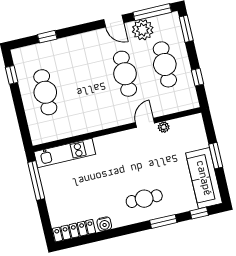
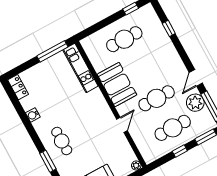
window: (197, 77) -> (180, 151), moved
booth: (96, 116) -> (117, 85), added
door: (145, 123) -> (122, 125), hinge flipped
plant: (164, 127) -> (136, 166), moved
locker: (74, 231) -> (18, 87), width x0.66

